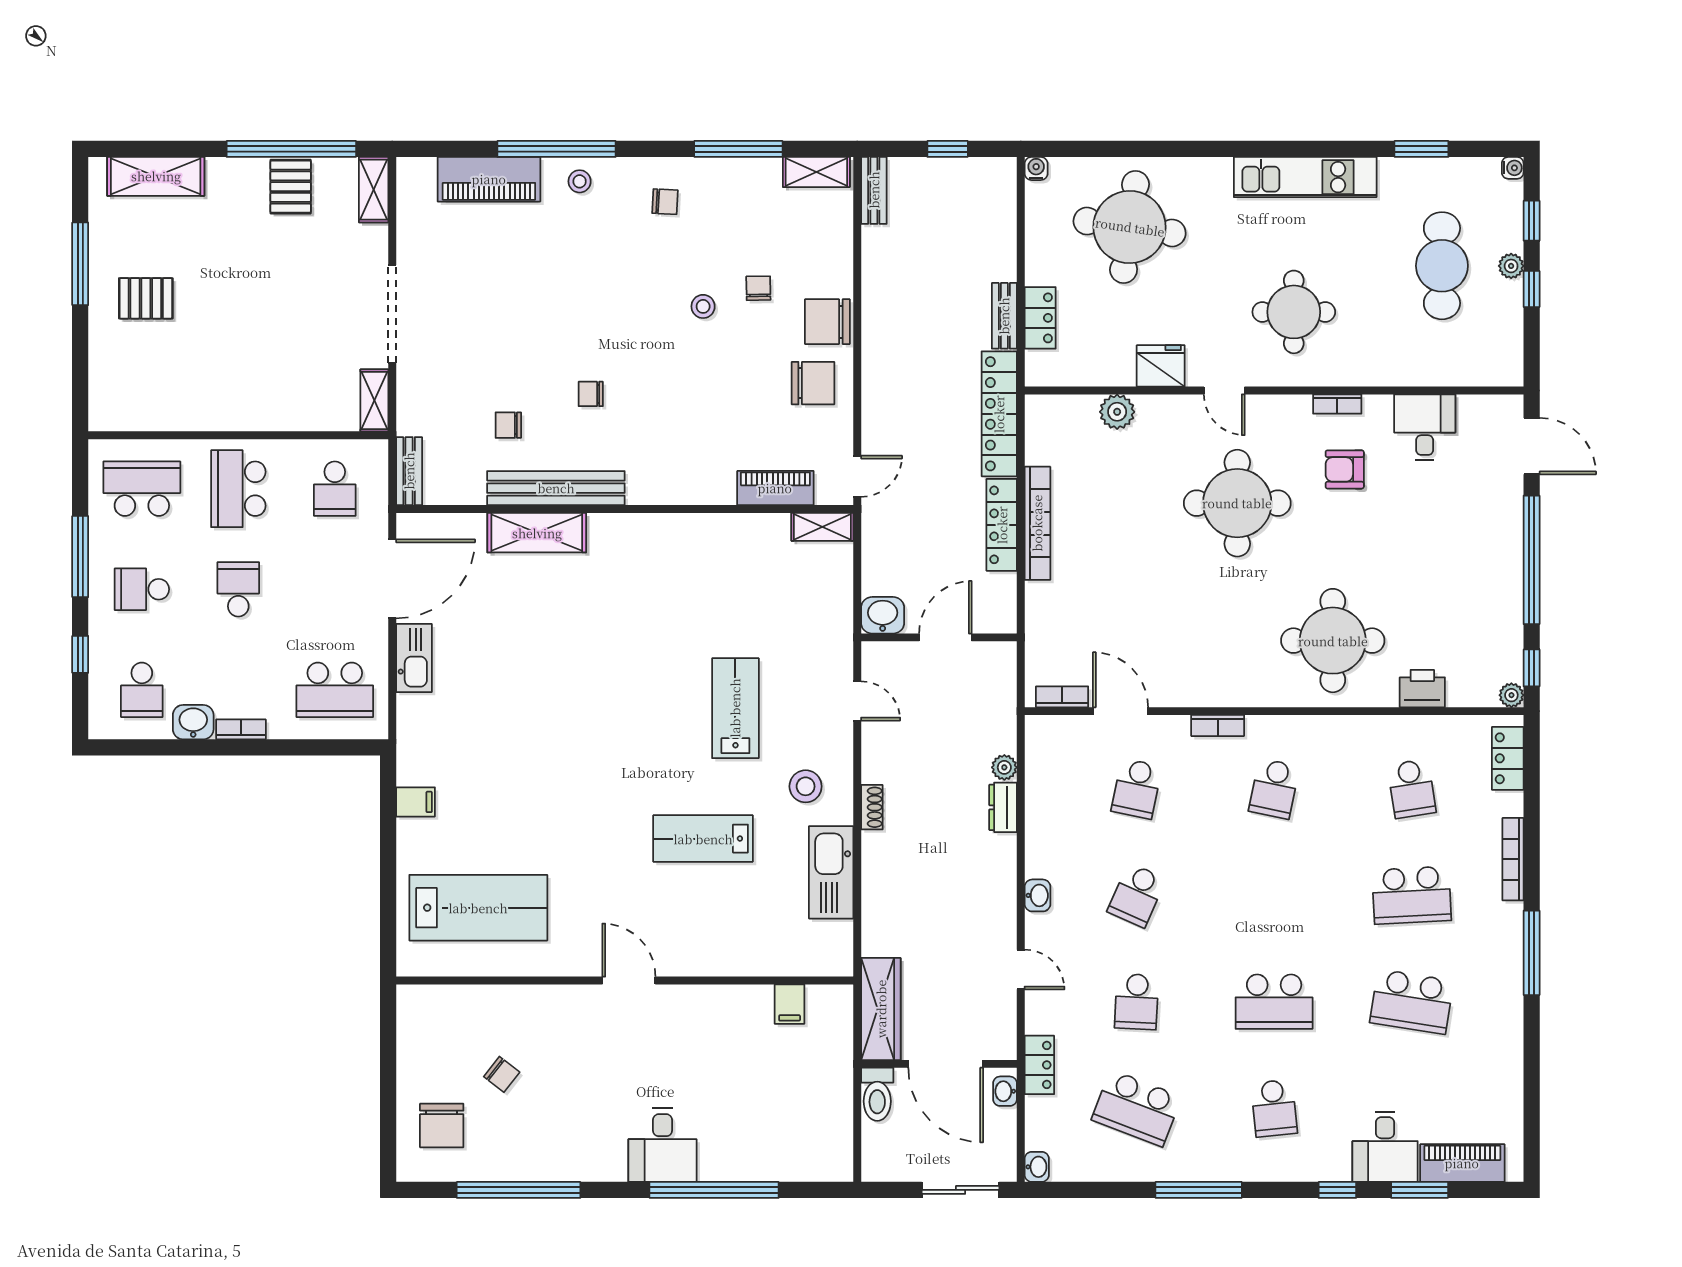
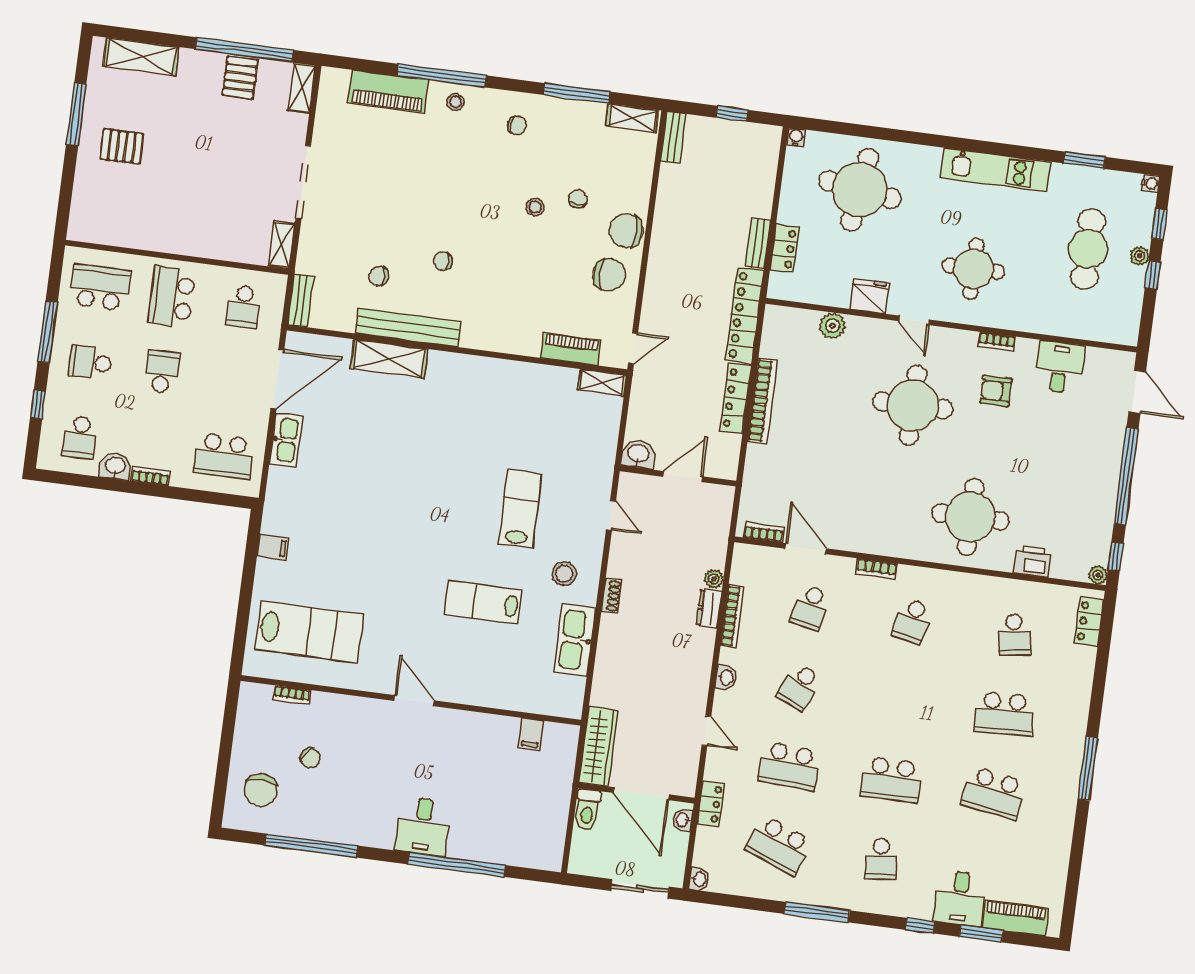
bookcase: (1513, 859) -> (732, 616), moved, turned 180
bookcase: (466, 994) -> (292, 695), added
school desk: (1137, 1002) -> (789, 766), width x1.85

